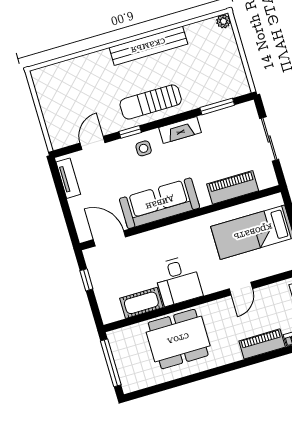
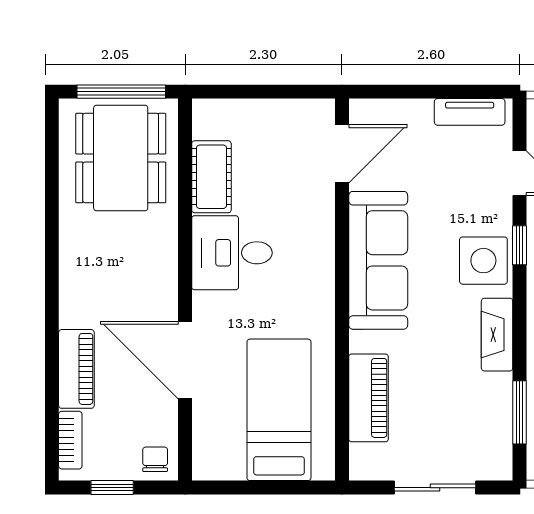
side table: (144, 148) -> (483, 261), width x1.87, depth x1.87
window: (86, 280) -> (281, 92), removed
door: (241, 289) -> (185, 360), width x1.87
dining table: (178, 339) -> (121, 158), moved

